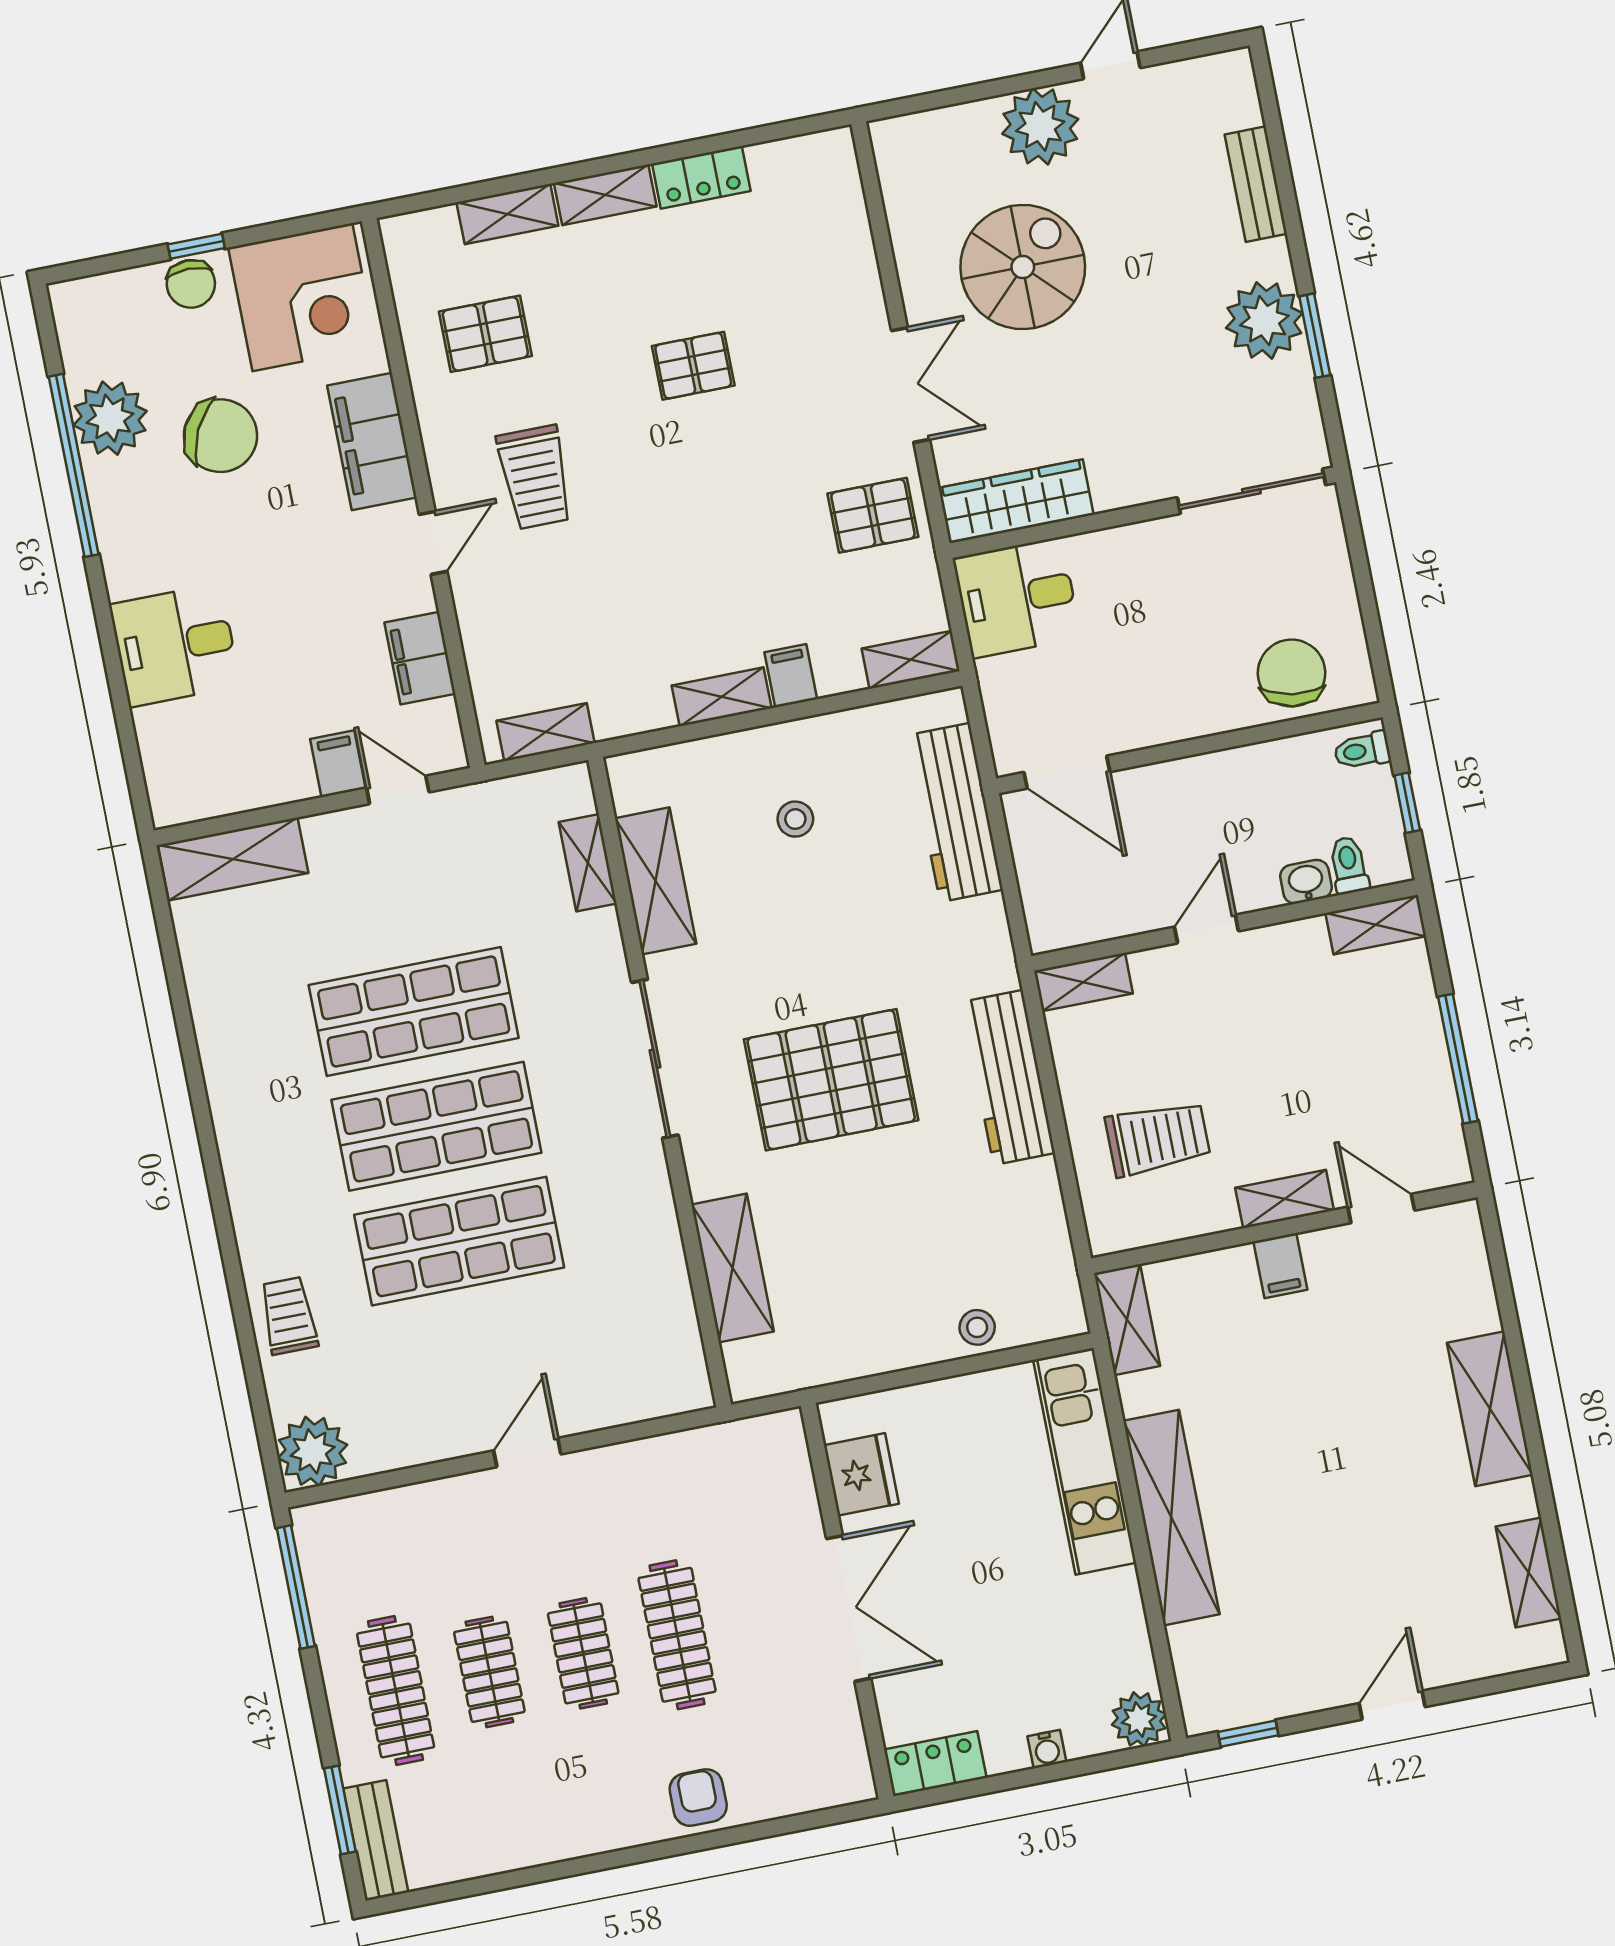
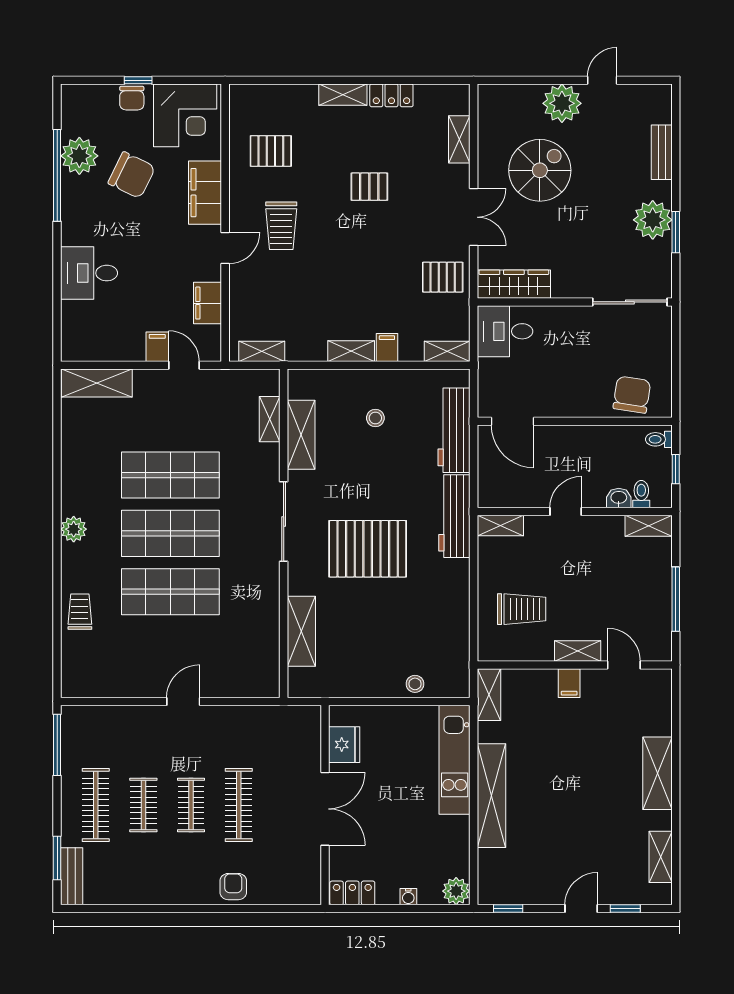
shelving: (507, 214) -> (459, 139), moved, turned 90
workbench: (1008, 1077) -> (454, 516), moved
plant: (313, 1451) -> (74, 529), moved, width x0.73, depth x0.73
window: (1479, 1688) -> (625, 909), added

